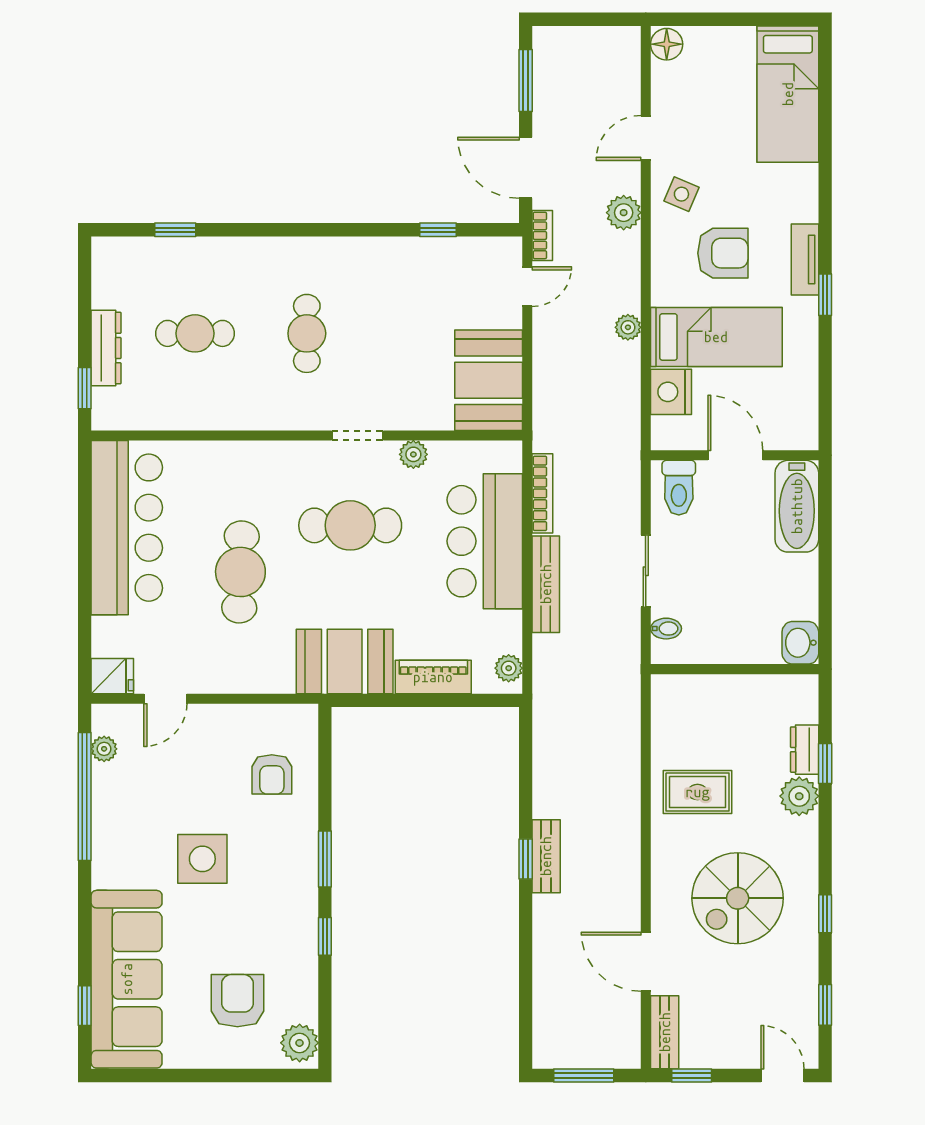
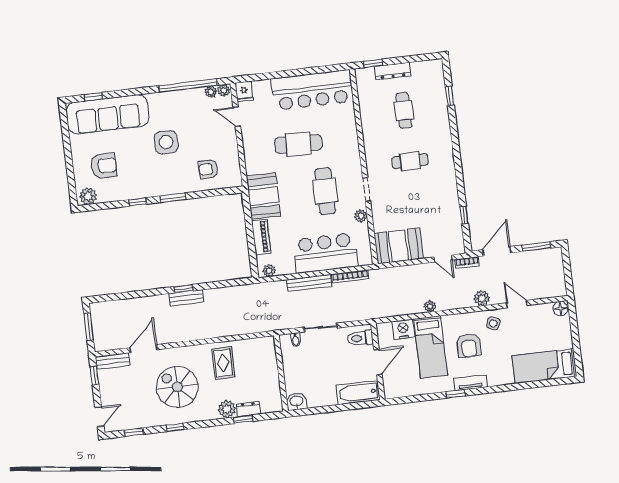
plant: (104, 720) -> (224, 90), added

